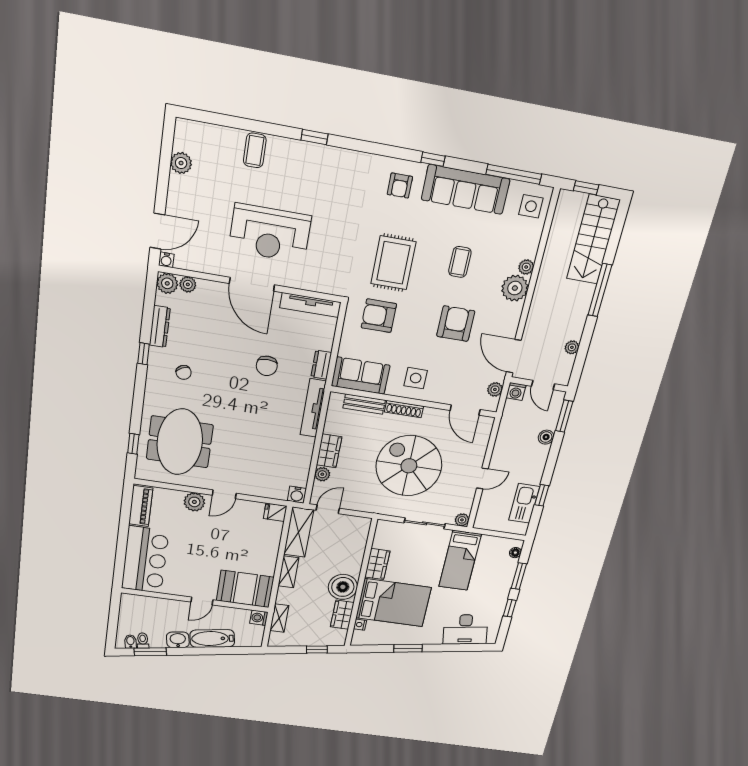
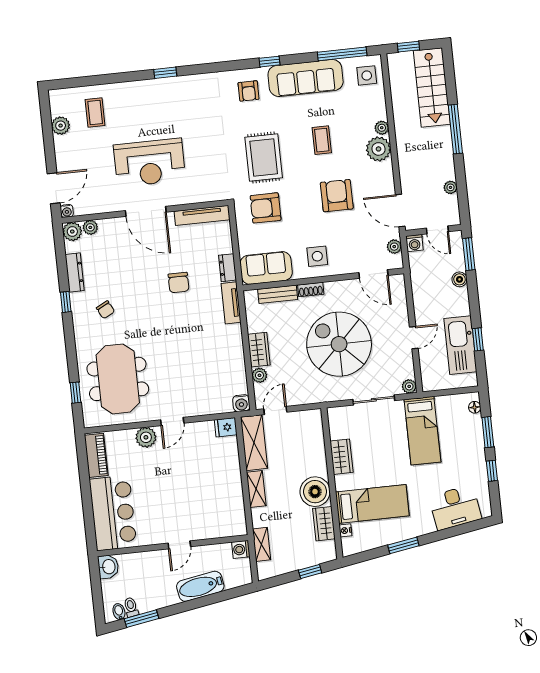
coffee table: (255, 150) -> (95, 113), moved
tv unit: (313, 408) -> (231, 303), width x0.71
shoe rack: (404, 409) -> (311, 290), width x0.70
kitchen sink: (524, 503) -> (460, 345), width x1.36, depth x1.24
booth: (245, 589) -> (219, 520), removed
bed: (394, 603) -> (372, 504), width x0.67
washbasin: (178, 640) -> (108, 567), moved, turned 100

